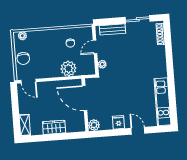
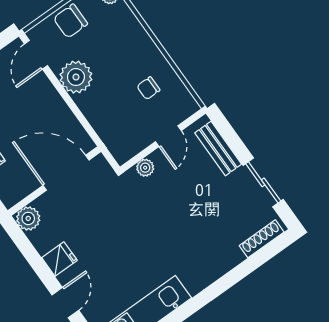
door: (95, 47) -> (168, 136), swing flipped
plant: (68, 69) -> (76, 77), moved
door: (85, 98) -> (66, 173), hinge flipped

